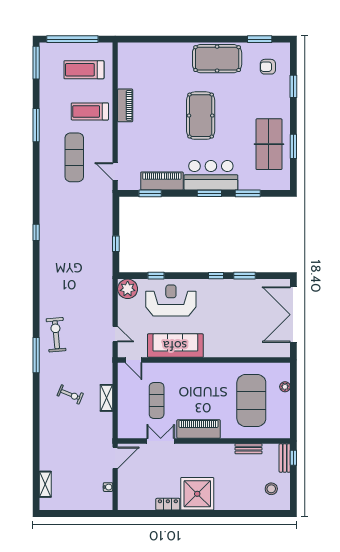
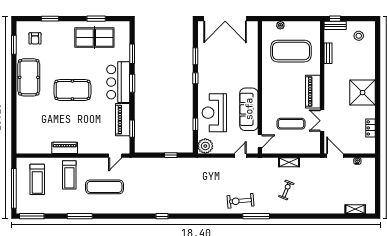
locker: (168, 504) -> (371, 128), moved

